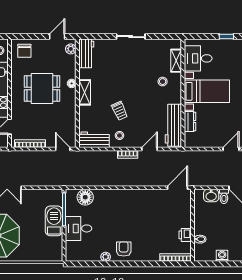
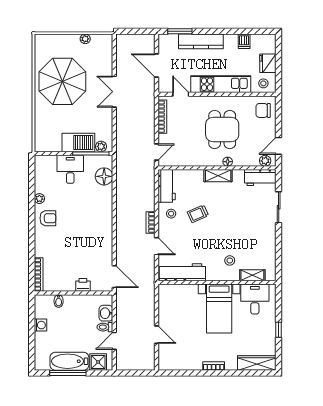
door: (57, 37) -> (279, 146), swing flipped
sliding door: (131, 37) -> (279, 207), moved
dresser: (190, 122) -> (186, 290), removed
plant: (58, 200) -> (101, 146), added
printer: (185, 235) -> (83, 285), moved

